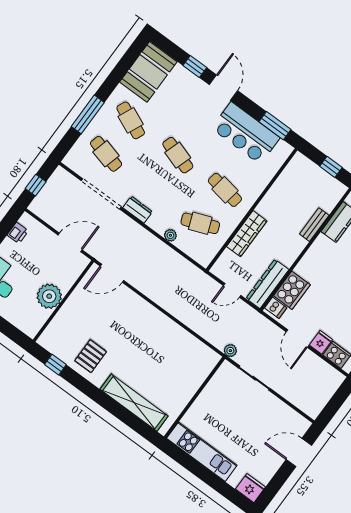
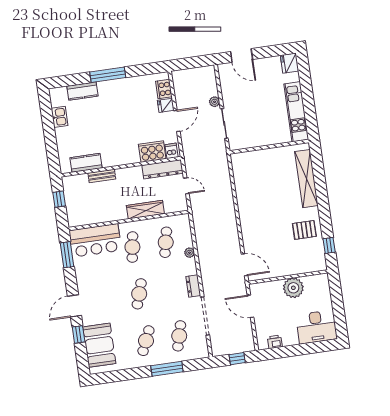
booth: (148, 72) -> (99, 345), moved, turned 90
bar counter: (246, 133) -> (95, 240), moved, turned 90
cafe table: (200, 223) -> (166, 242), turned 33
plant: (230, 351) -> (215, 102), moved

